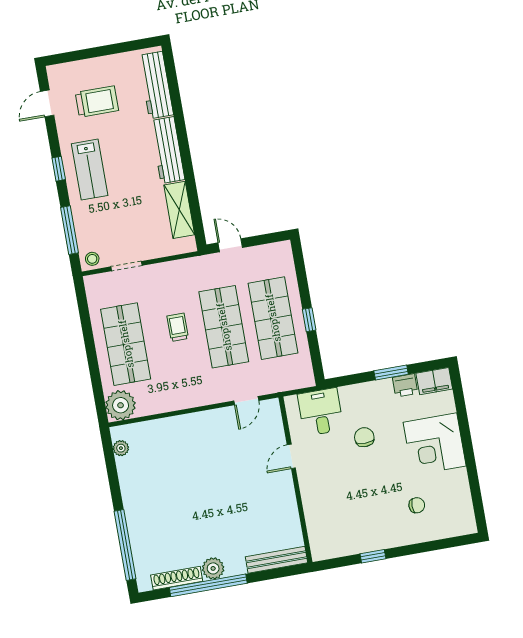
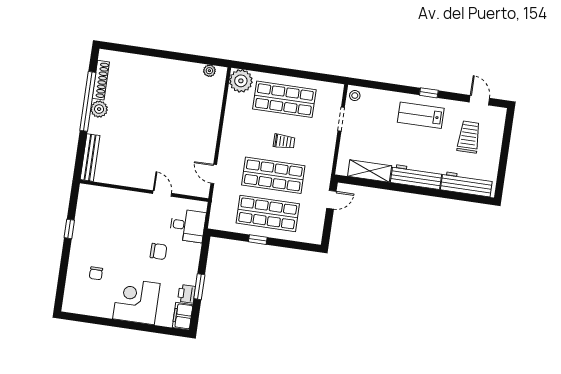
trolley: (97, 102) -> (469, 137), turned 180
window: (70, 230) -> (381, 86), removed
window: (125, 545) -> (138, 50), removed

